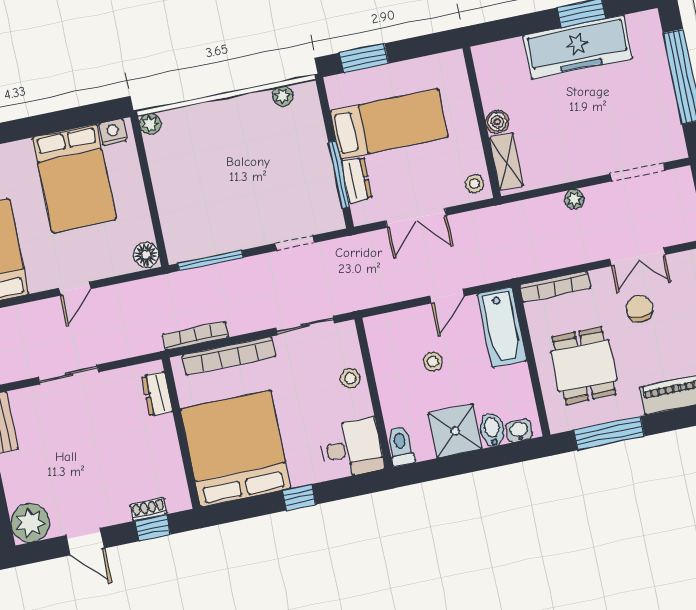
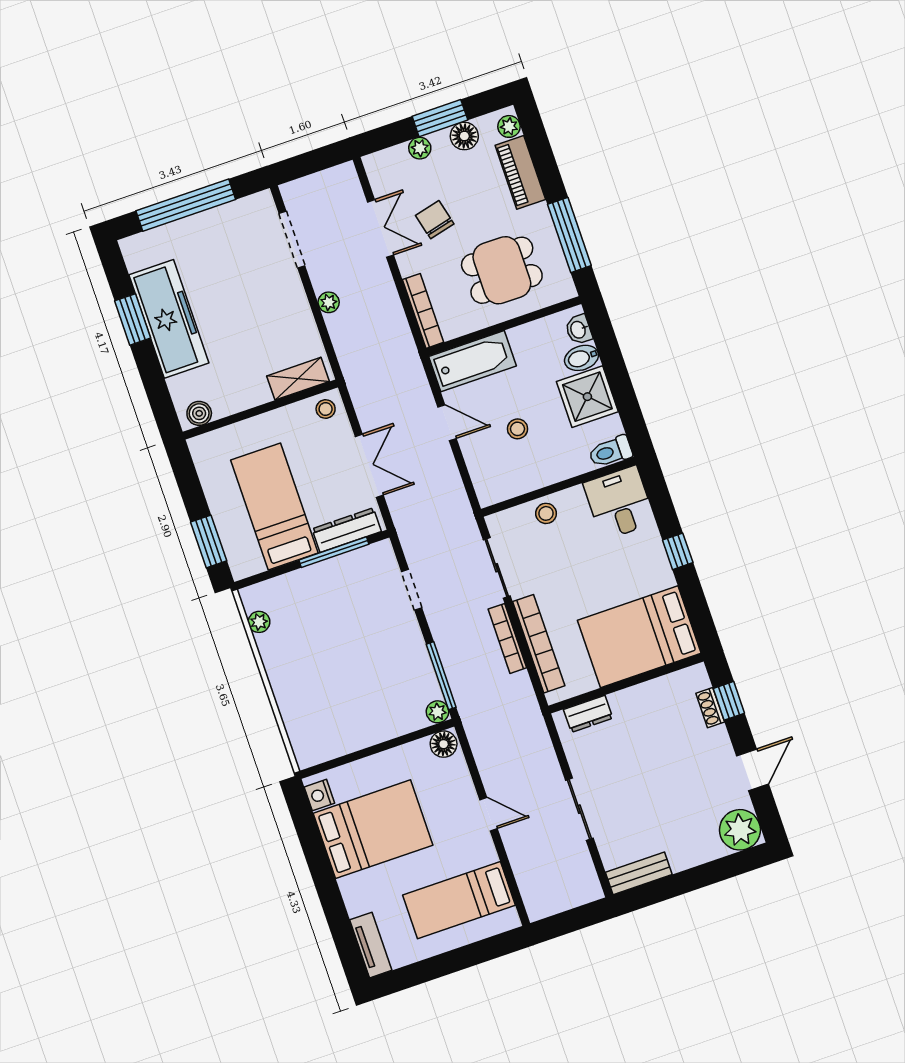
boiler: (497, 122) -> (199, 413), moved
plant: (150, 124) -> (437, 712), moved
dresser: (356, 180) -> (347, 530), width x1.44
chair: (639, 309) -> (435, 220), turned 76
bookcase: (195, 336) -> (507, 638), moved
bed: (235, 449) -> (639, 637), width x0.73

